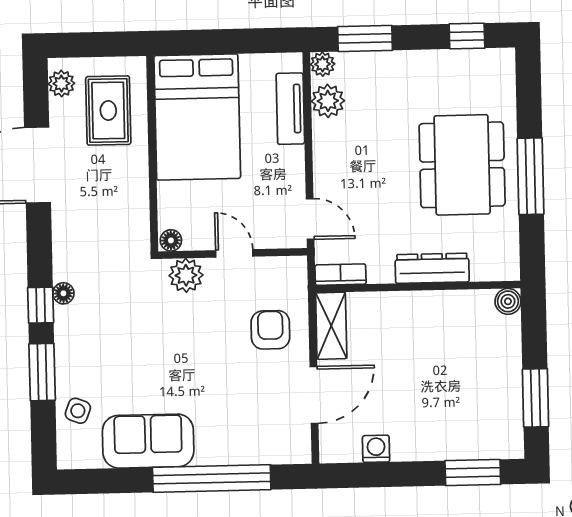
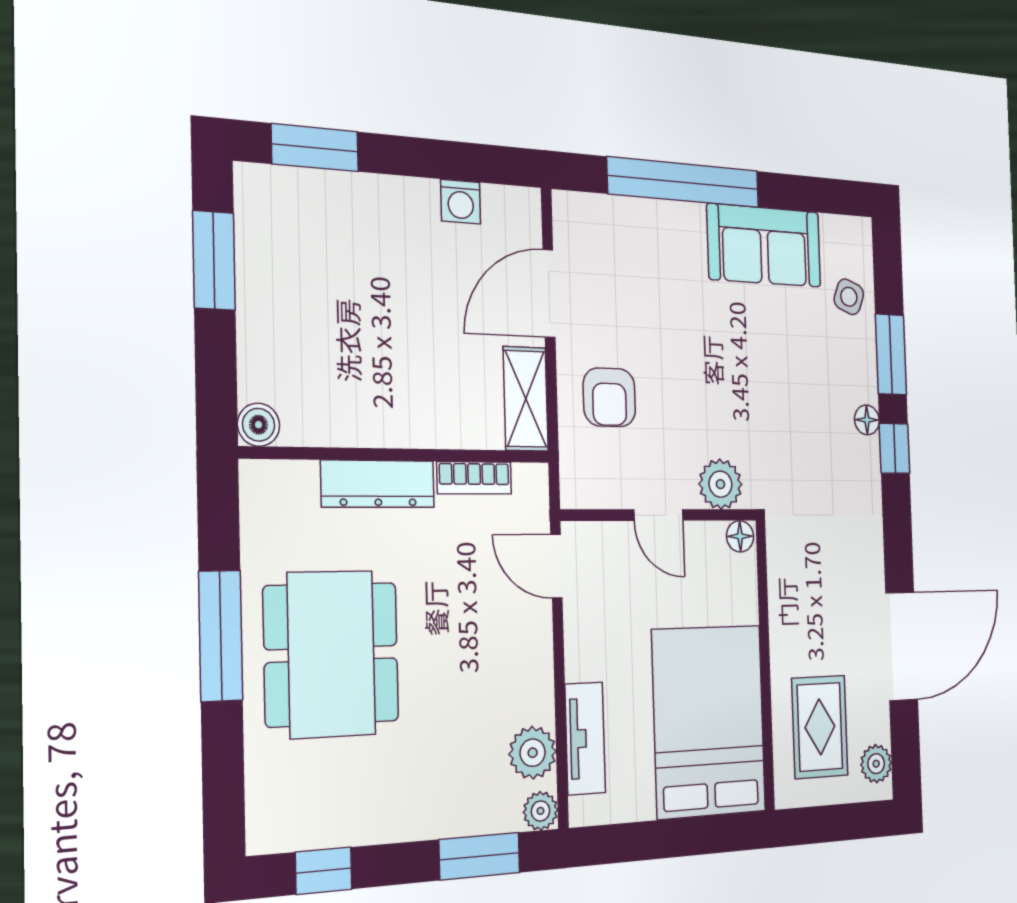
bookcase: (341, 275) -> (474, 478), moved
floor lamp: (63, 293) -> (867, 420), moved

